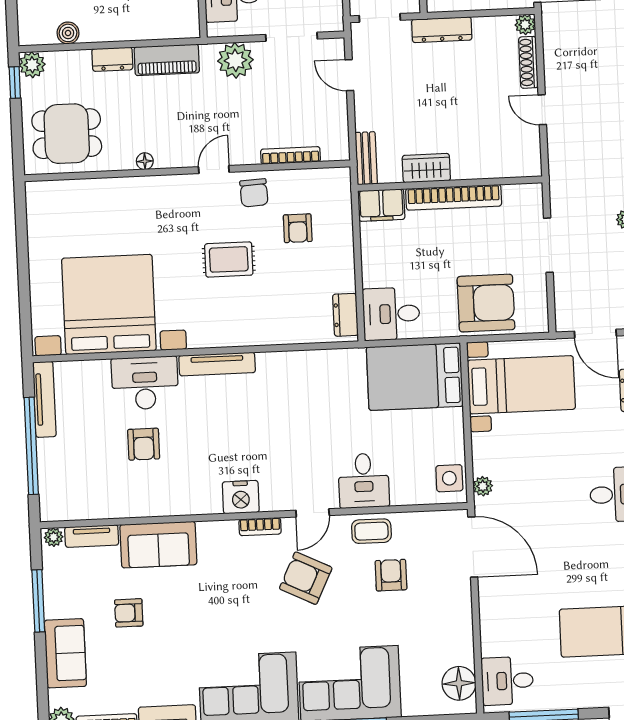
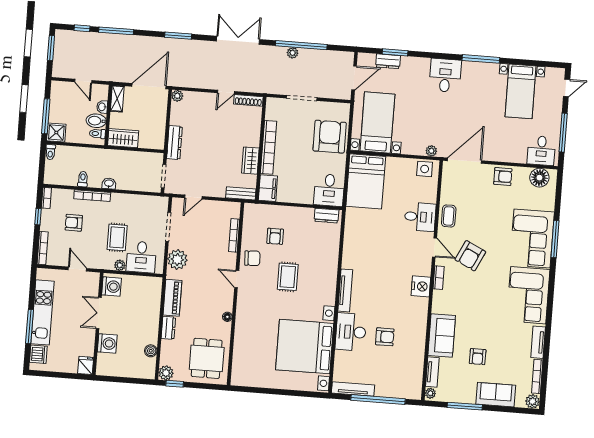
shoe rack: (528, 62) -> (248, 100), moved
armchair: (298, 228) -> (275, 236), turned 90
armchair: (391, 575) -> (503, 177), moved, turned 180

